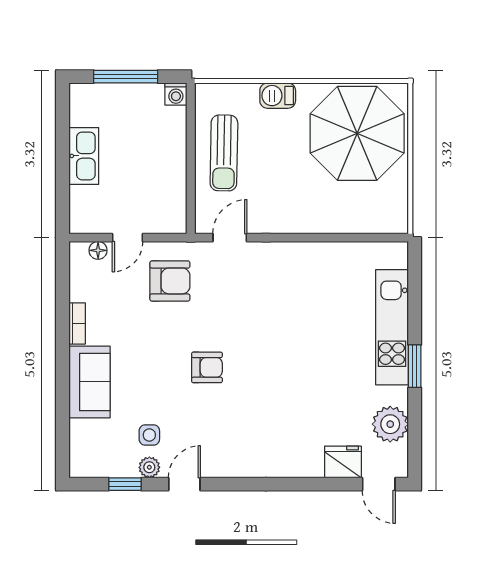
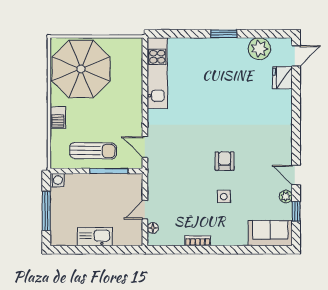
window: (191, 179) -> (109, 171), added
door: (128, 238) -> (145, 210), swing flipped
armchair: (170, 281) -> (172, 184), removed
kitchen unit: (392, 327) -> (157, 73), moved, turned -90
sofa: (89, 382) -> (270, 233), moved
side table: (149, 435) -> (224, 197), moved

